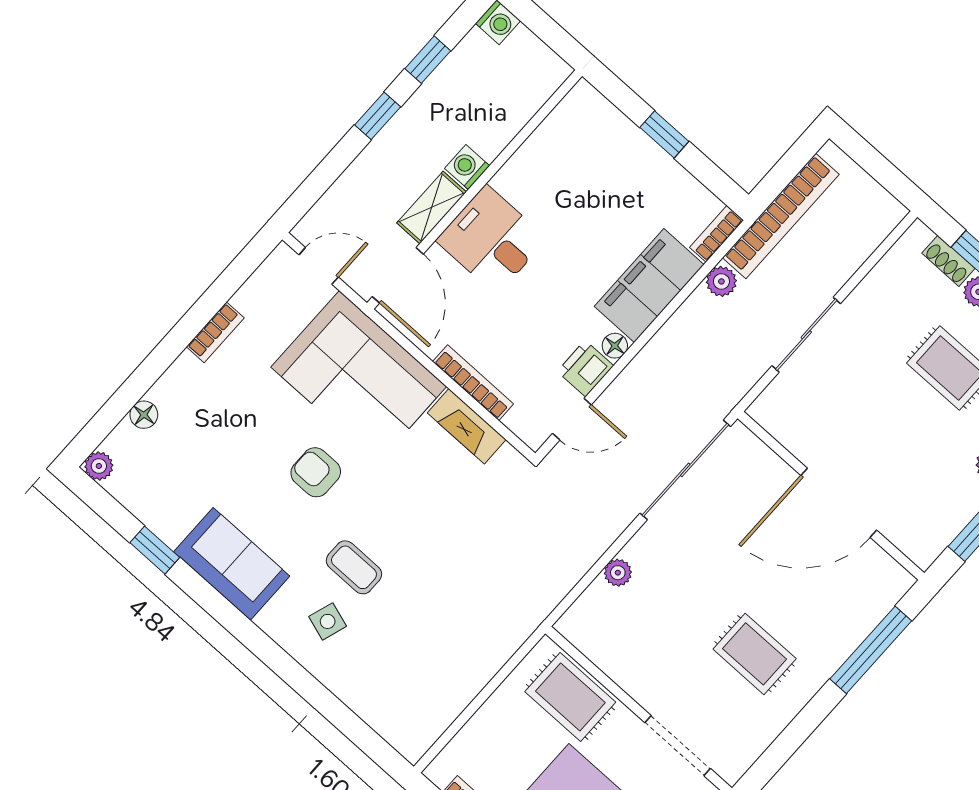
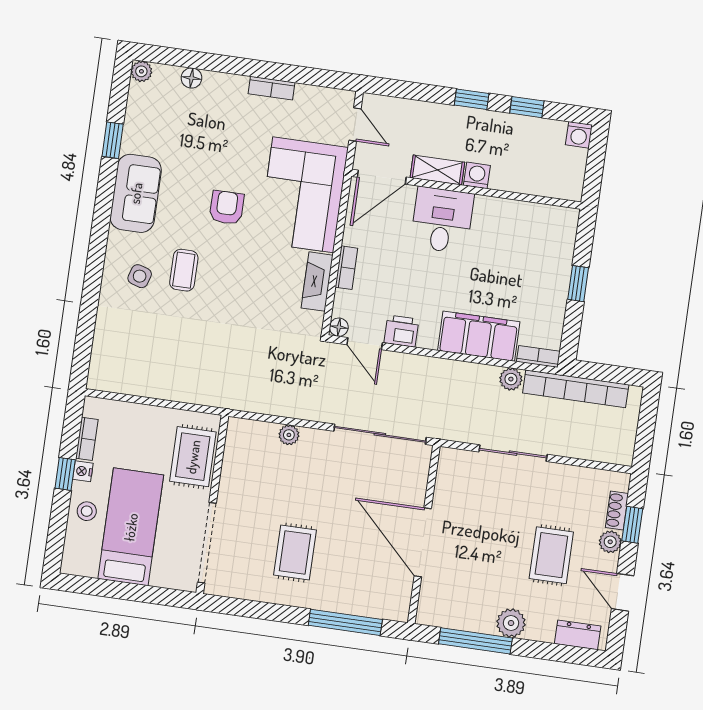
floor lamp: (615, 346) -> (339, 327), moved
bookcase: (473, 383) -> (346, 268), width x0.64
doorway: (678, 746) -> (207, 543), width x1.36

